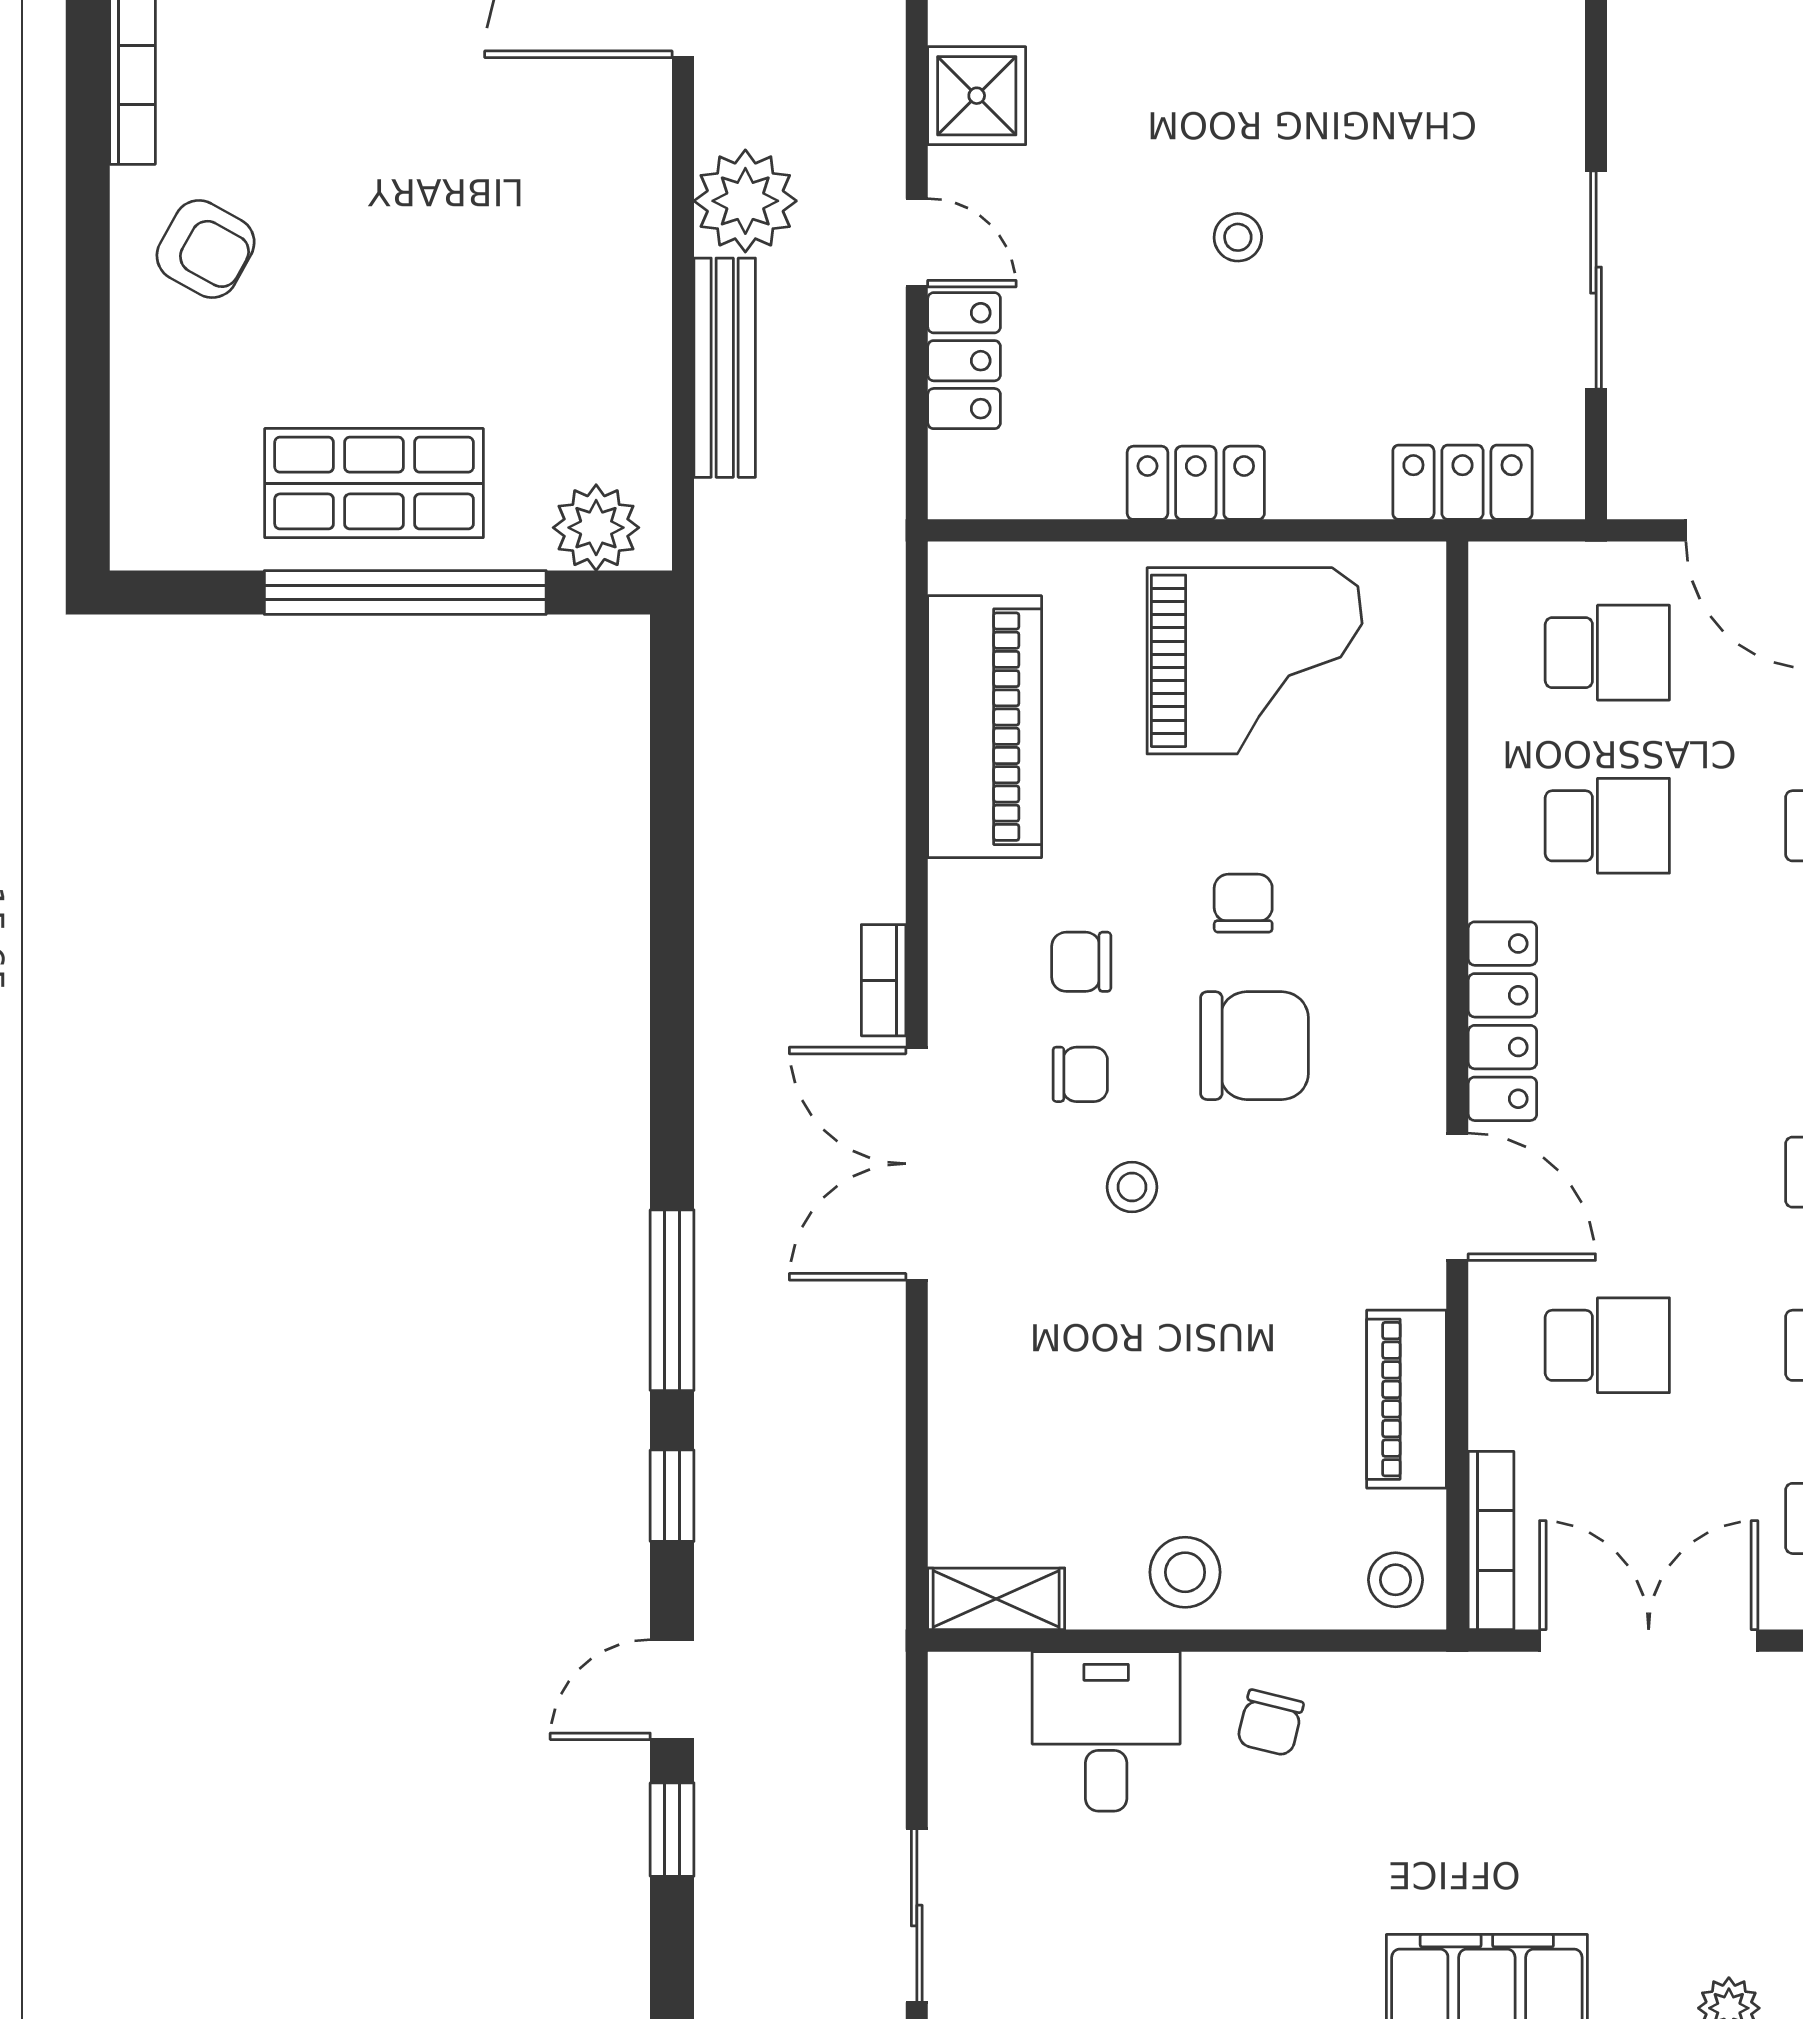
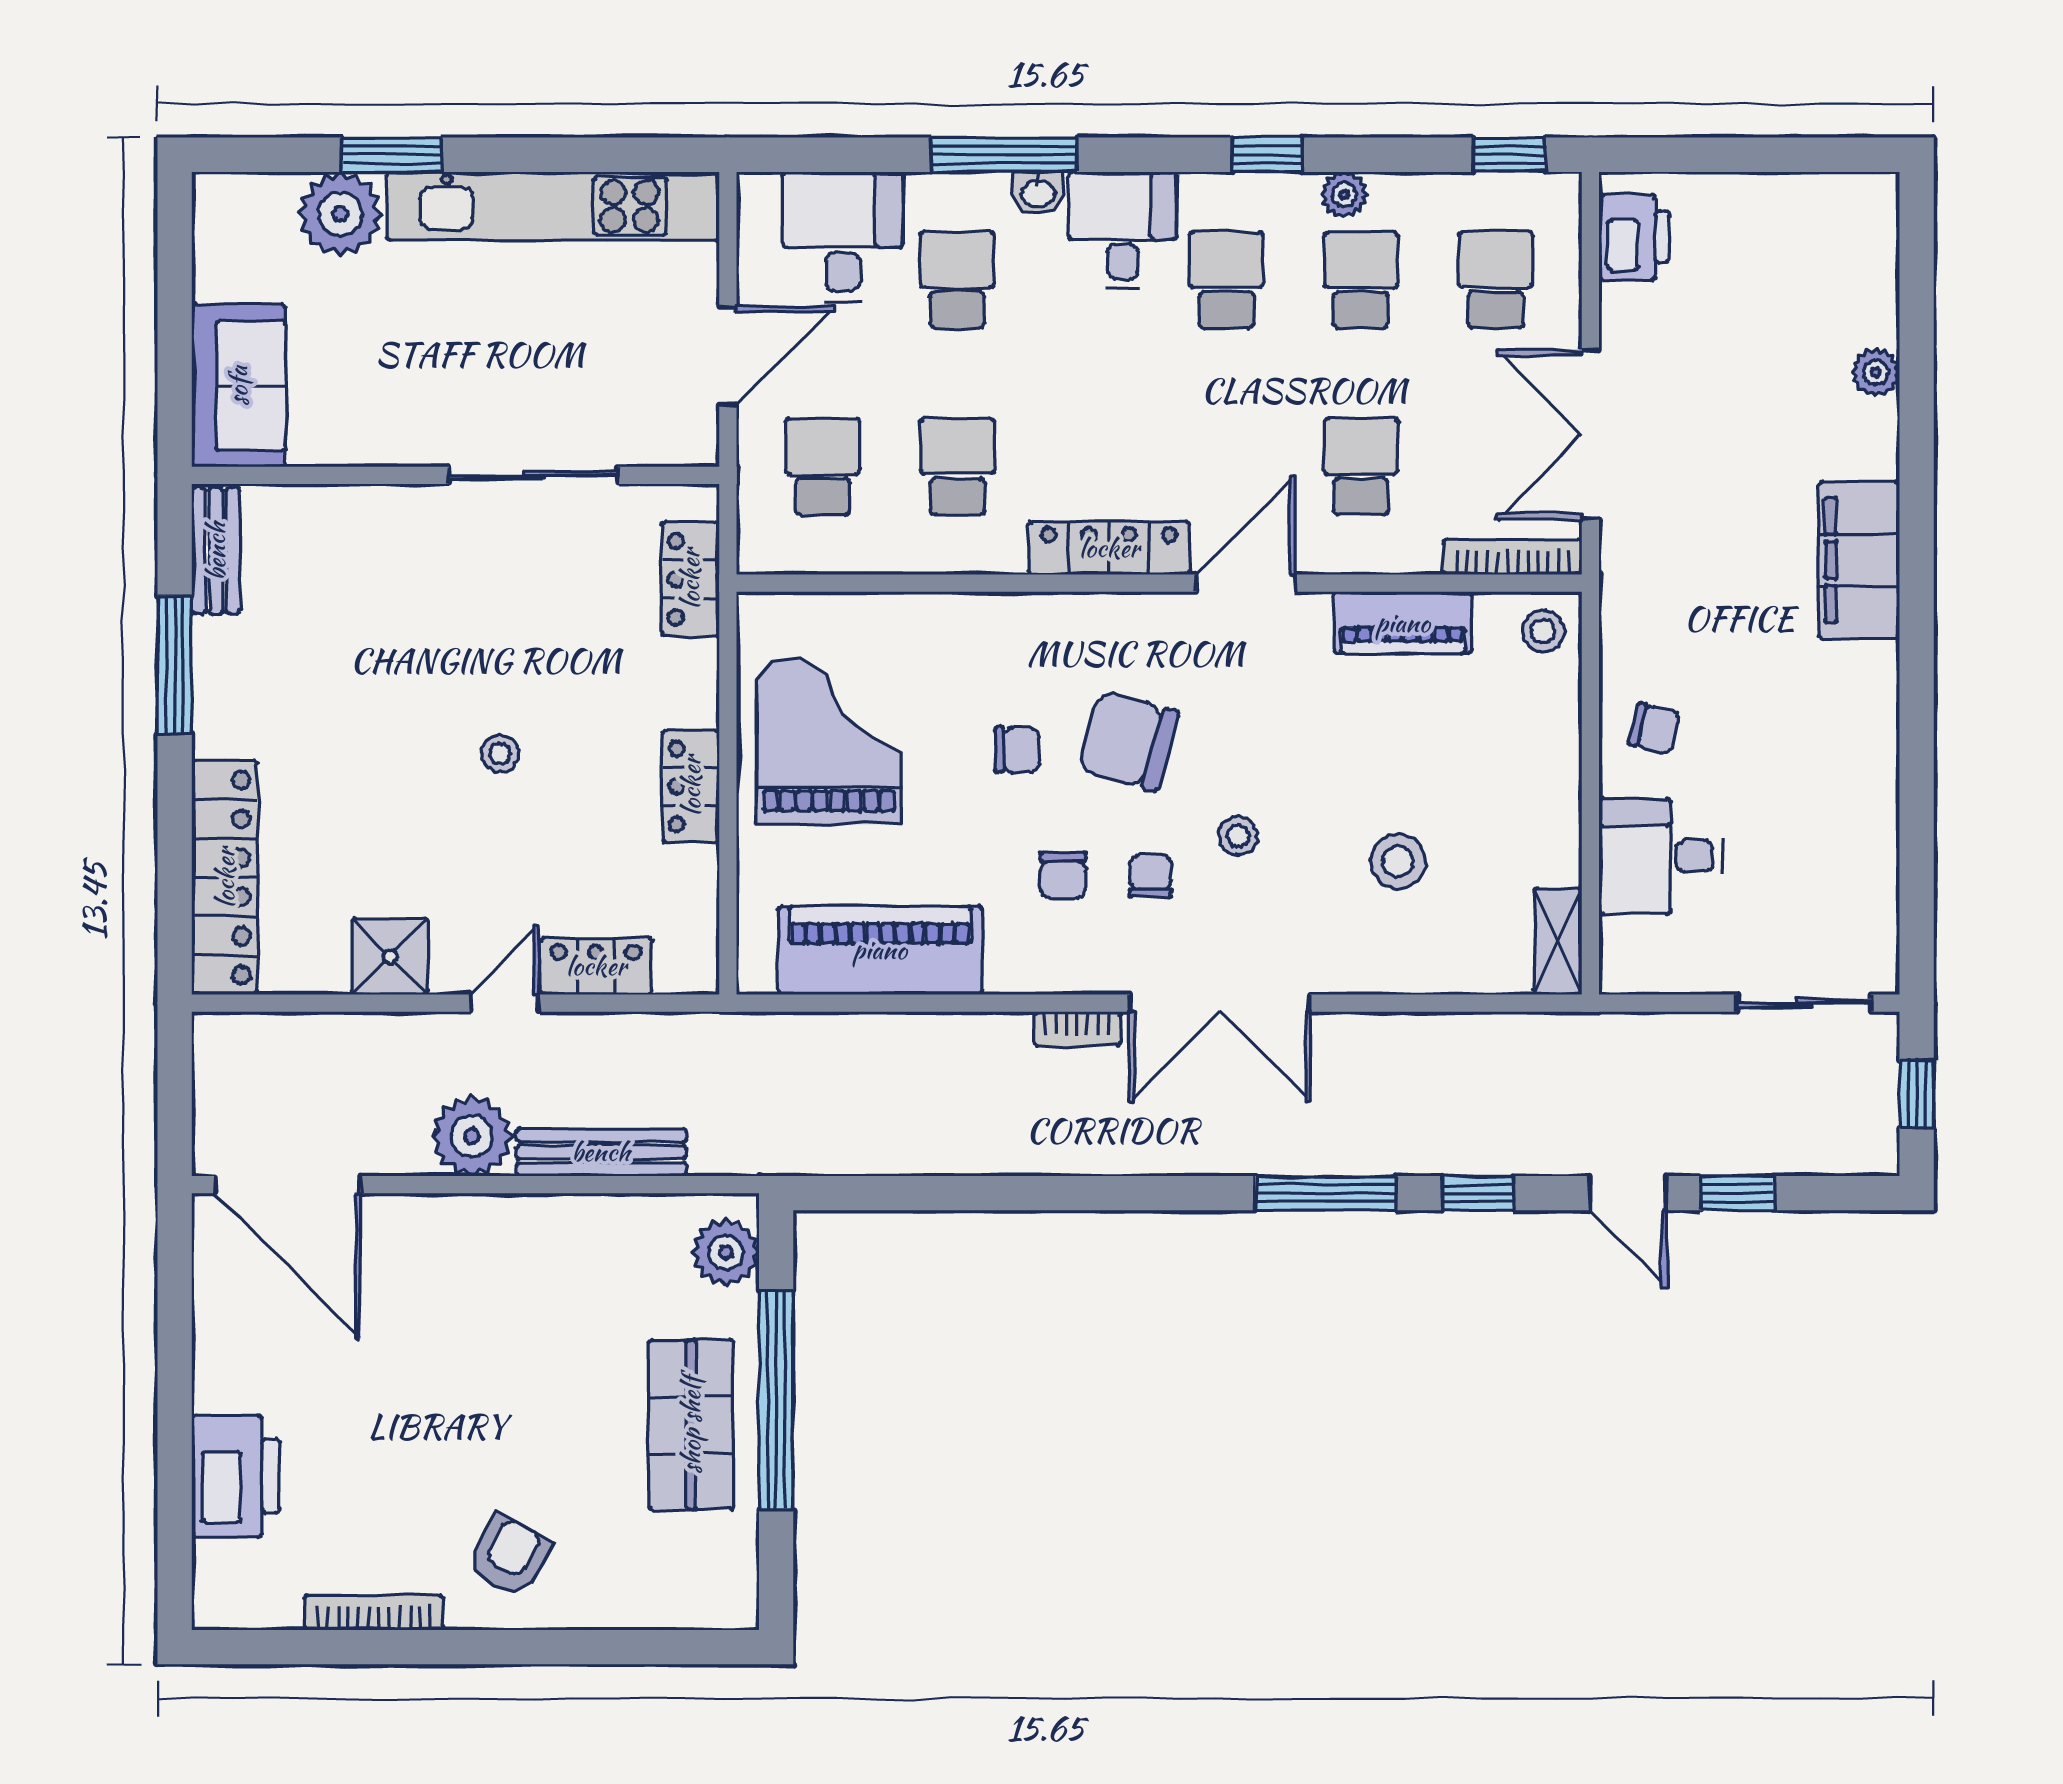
chair: (1243, 903) -> (1017, 749), turned 180
chair: (1254, 1046) -> (1128, 741), turned -74
stool: (1185, 1572) -> (1398, 861), moved

